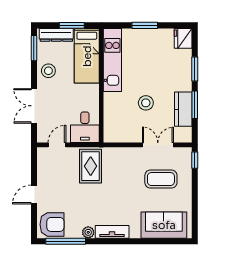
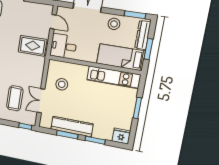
stool: (146, 103) -> (62, 84), moved
kitchen counter: (183, 109) -> (72, 127), width x1.50
double door: (158, 145) -> (41, 101), swing flipped

